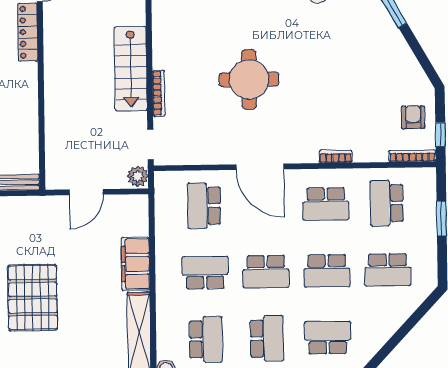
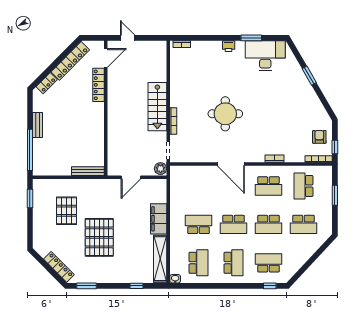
school desk: (204, 206) -> (198, 186), removed

